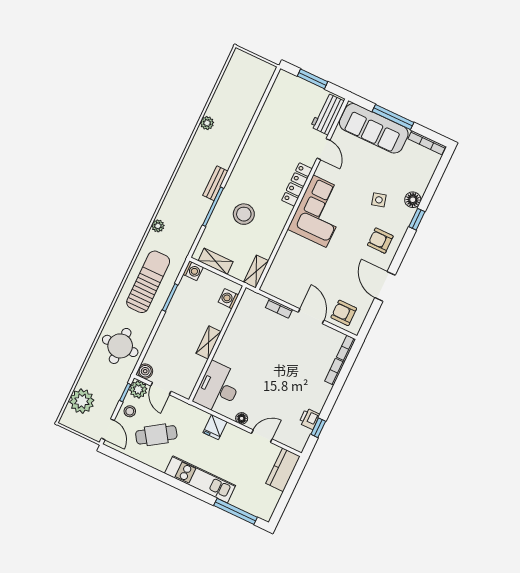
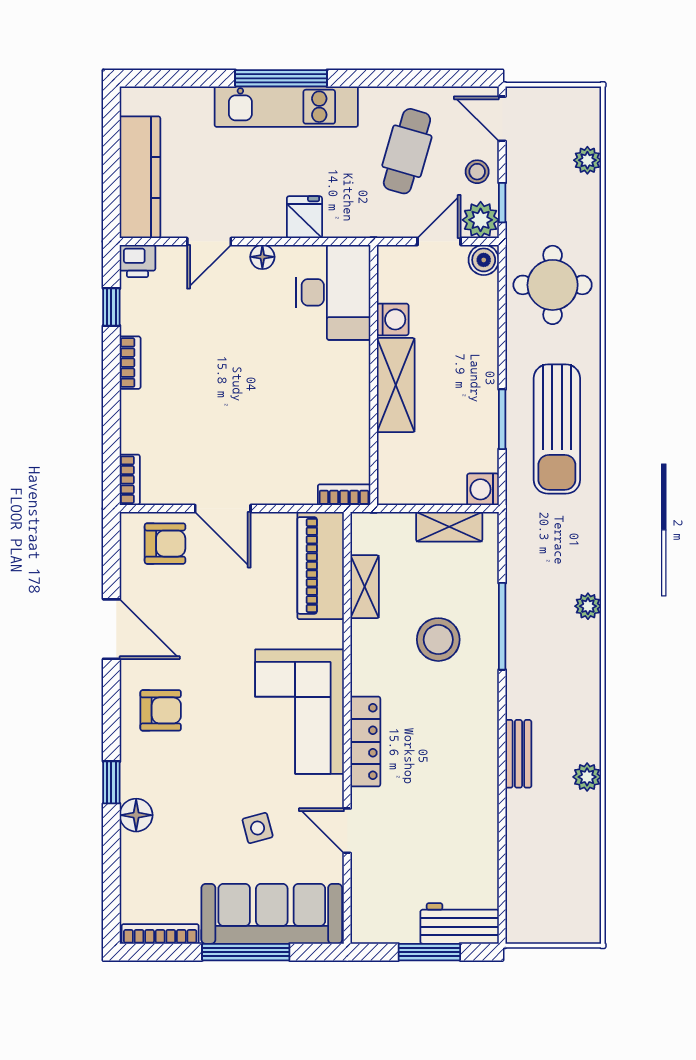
workbench: (327, 114) -> (460, 923), moved, turned -90
bench: (215, 183) -> (518, 754), moved
side table: (379, 200) -> (258, 828), moved
plant: (158, 226) -> (588, 606), moved
piano: (280, 271) -> (321, 565), added
shelving: (256, 272) -> (365, 587), moved
washing machine: (228, 299) -> (393, 319), moved
bookcase: (279, 308) -> (344, 495), moved
shelving: (209, 342) -> (396, 385), width x1.50, depth x1.33
bookcase: (335, 372) -> (130, 363), moved
door: (161, 389) -> (439, 241), hinge flipped
plant: (82, 401) -> (587, 160), width x0.53, depth x0.53
printer: (309, 419) -> (138, 261), moved, turned 90
cafe table: (156, 435) -> (407, 151), turned -40
kitchen counter: (283, 470) -> (140, 177), width x1.50
window: (235, 511) -> (281, 78), moved

